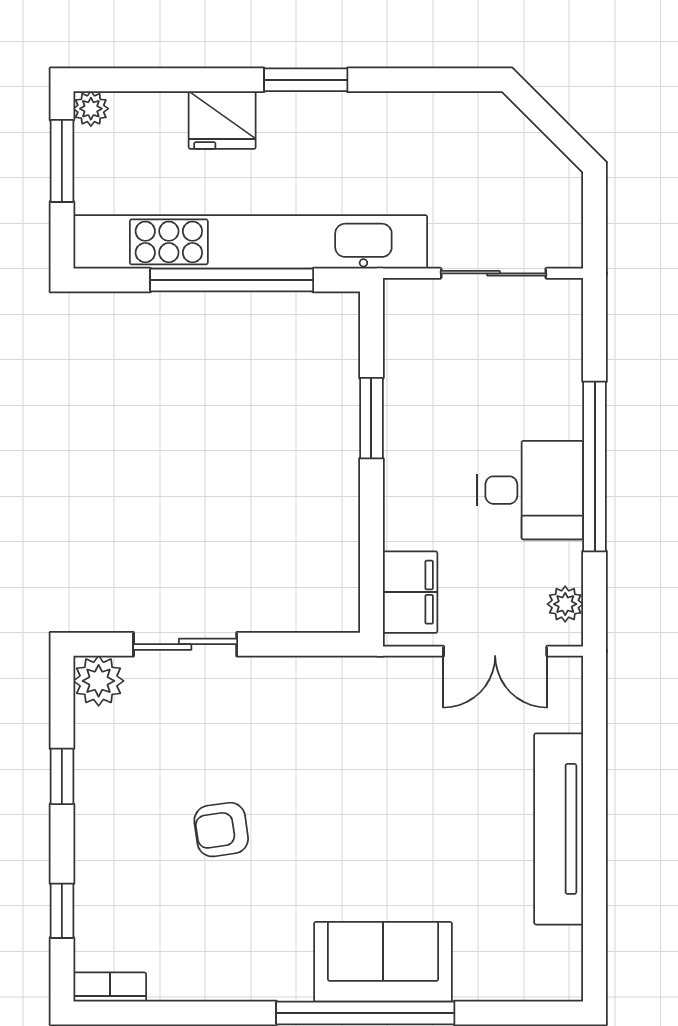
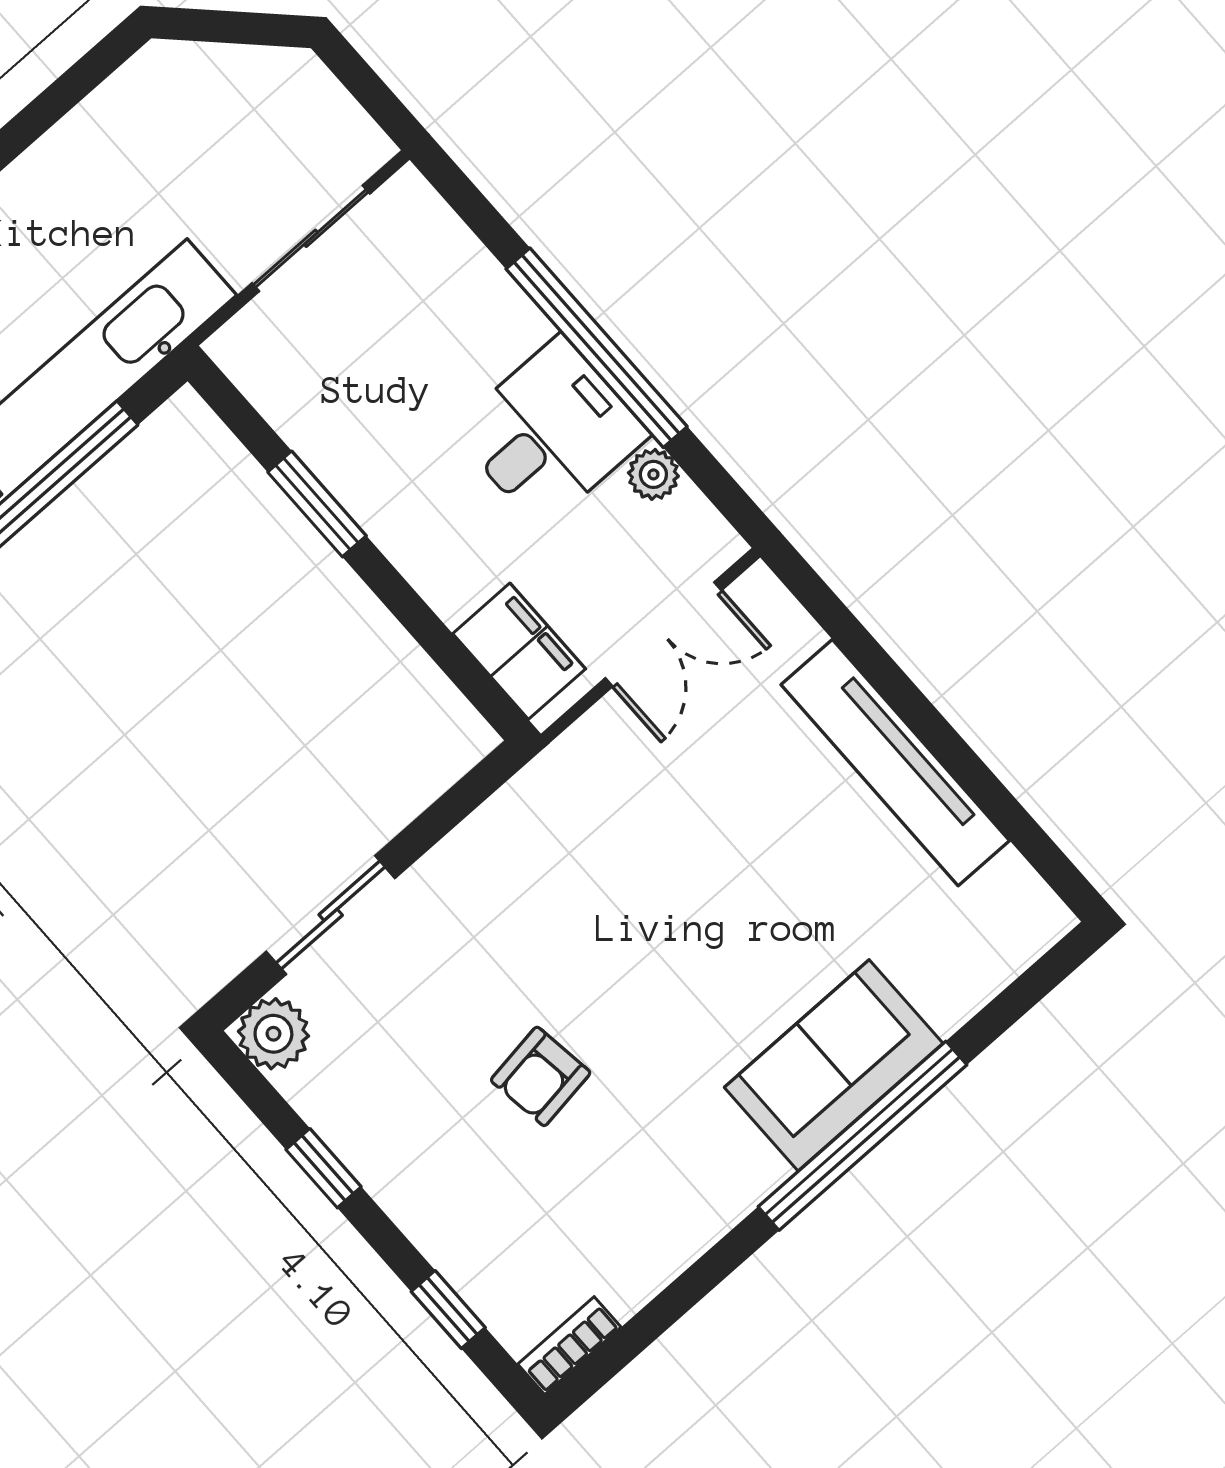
plant: (565, 604) -> (653, 474), moved

